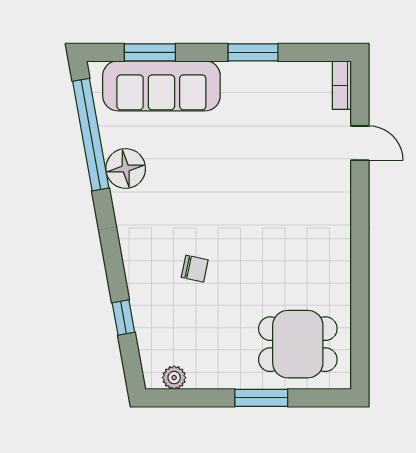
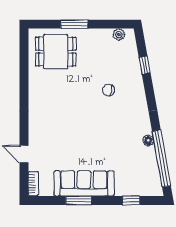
window: (150, 52) -> (131, 200), width x0.67
sofa: (161, 86) -> (84, 183), moved
floor lamp: (126, 168) -> (148, 140), width x0.53, depth x0.53

